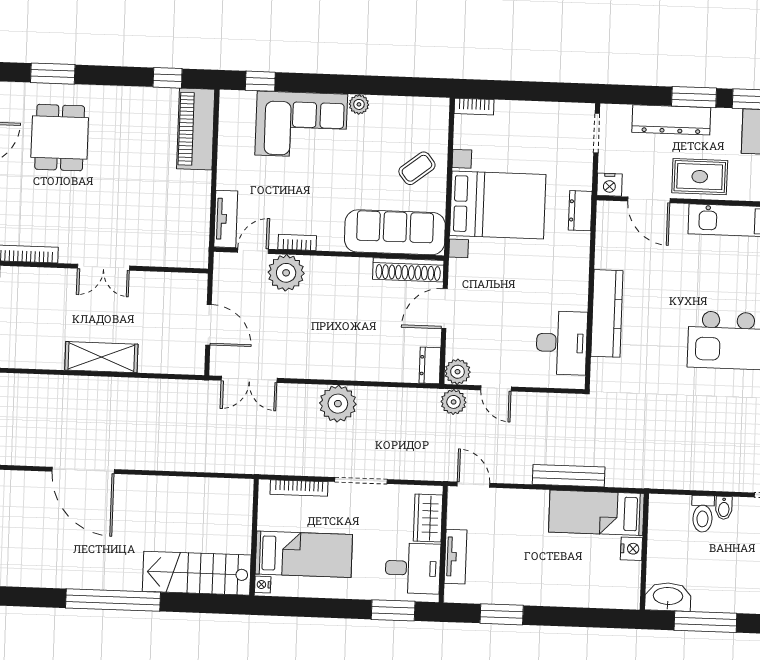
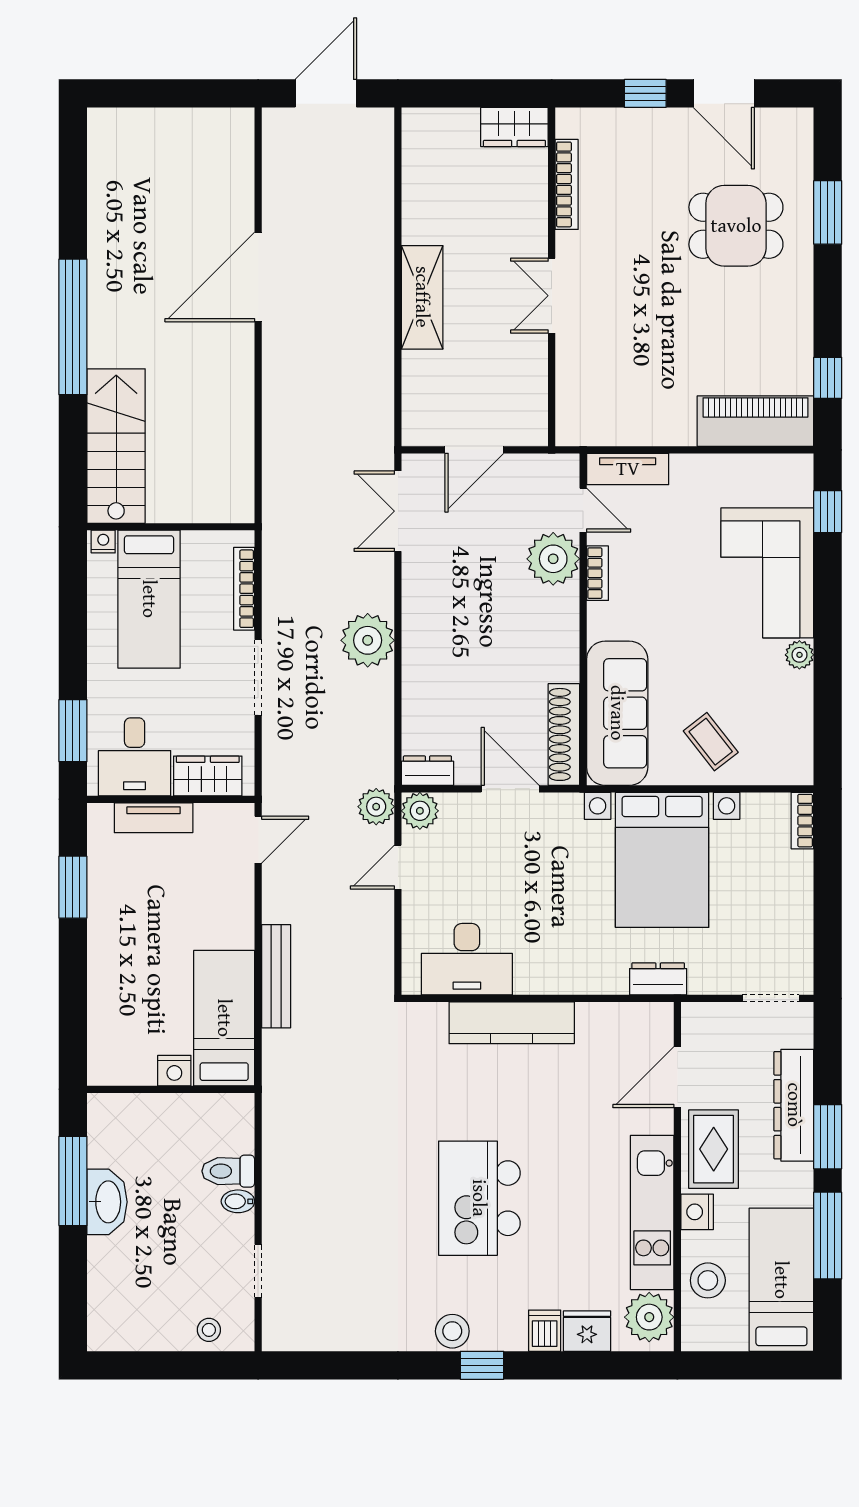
nightstand: (609, 185) -> (697, 1212), moved
washbasin: (668, 597) -> (107, 1202), moved

